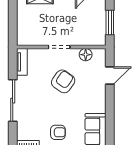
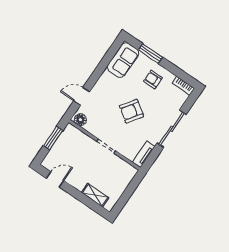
floor lamp: (86, 55) -> (80, 120), moved
armchair: (63, 81) -> (131, 111), moved

